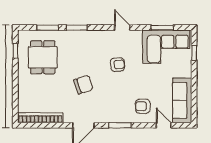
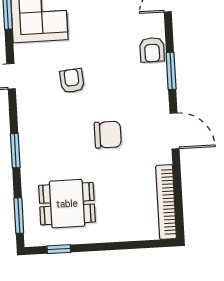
window: (48, 28) -> (19, 216), moved
chair: (83, 85) -> (108, 135), turned 109
armchair: (143, 106) -> (152, 50), moved

